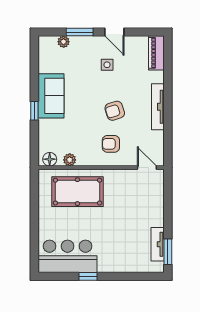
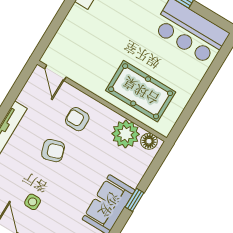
armchair: (111, 144) -> (77, 119), turned 180
plant: (70, 160) -> (126, 134), width x1.88, depth x1.88

